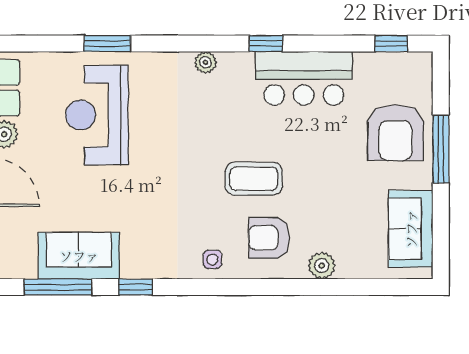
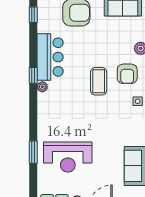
plant: (205, 62) -> (42, 87), moved

